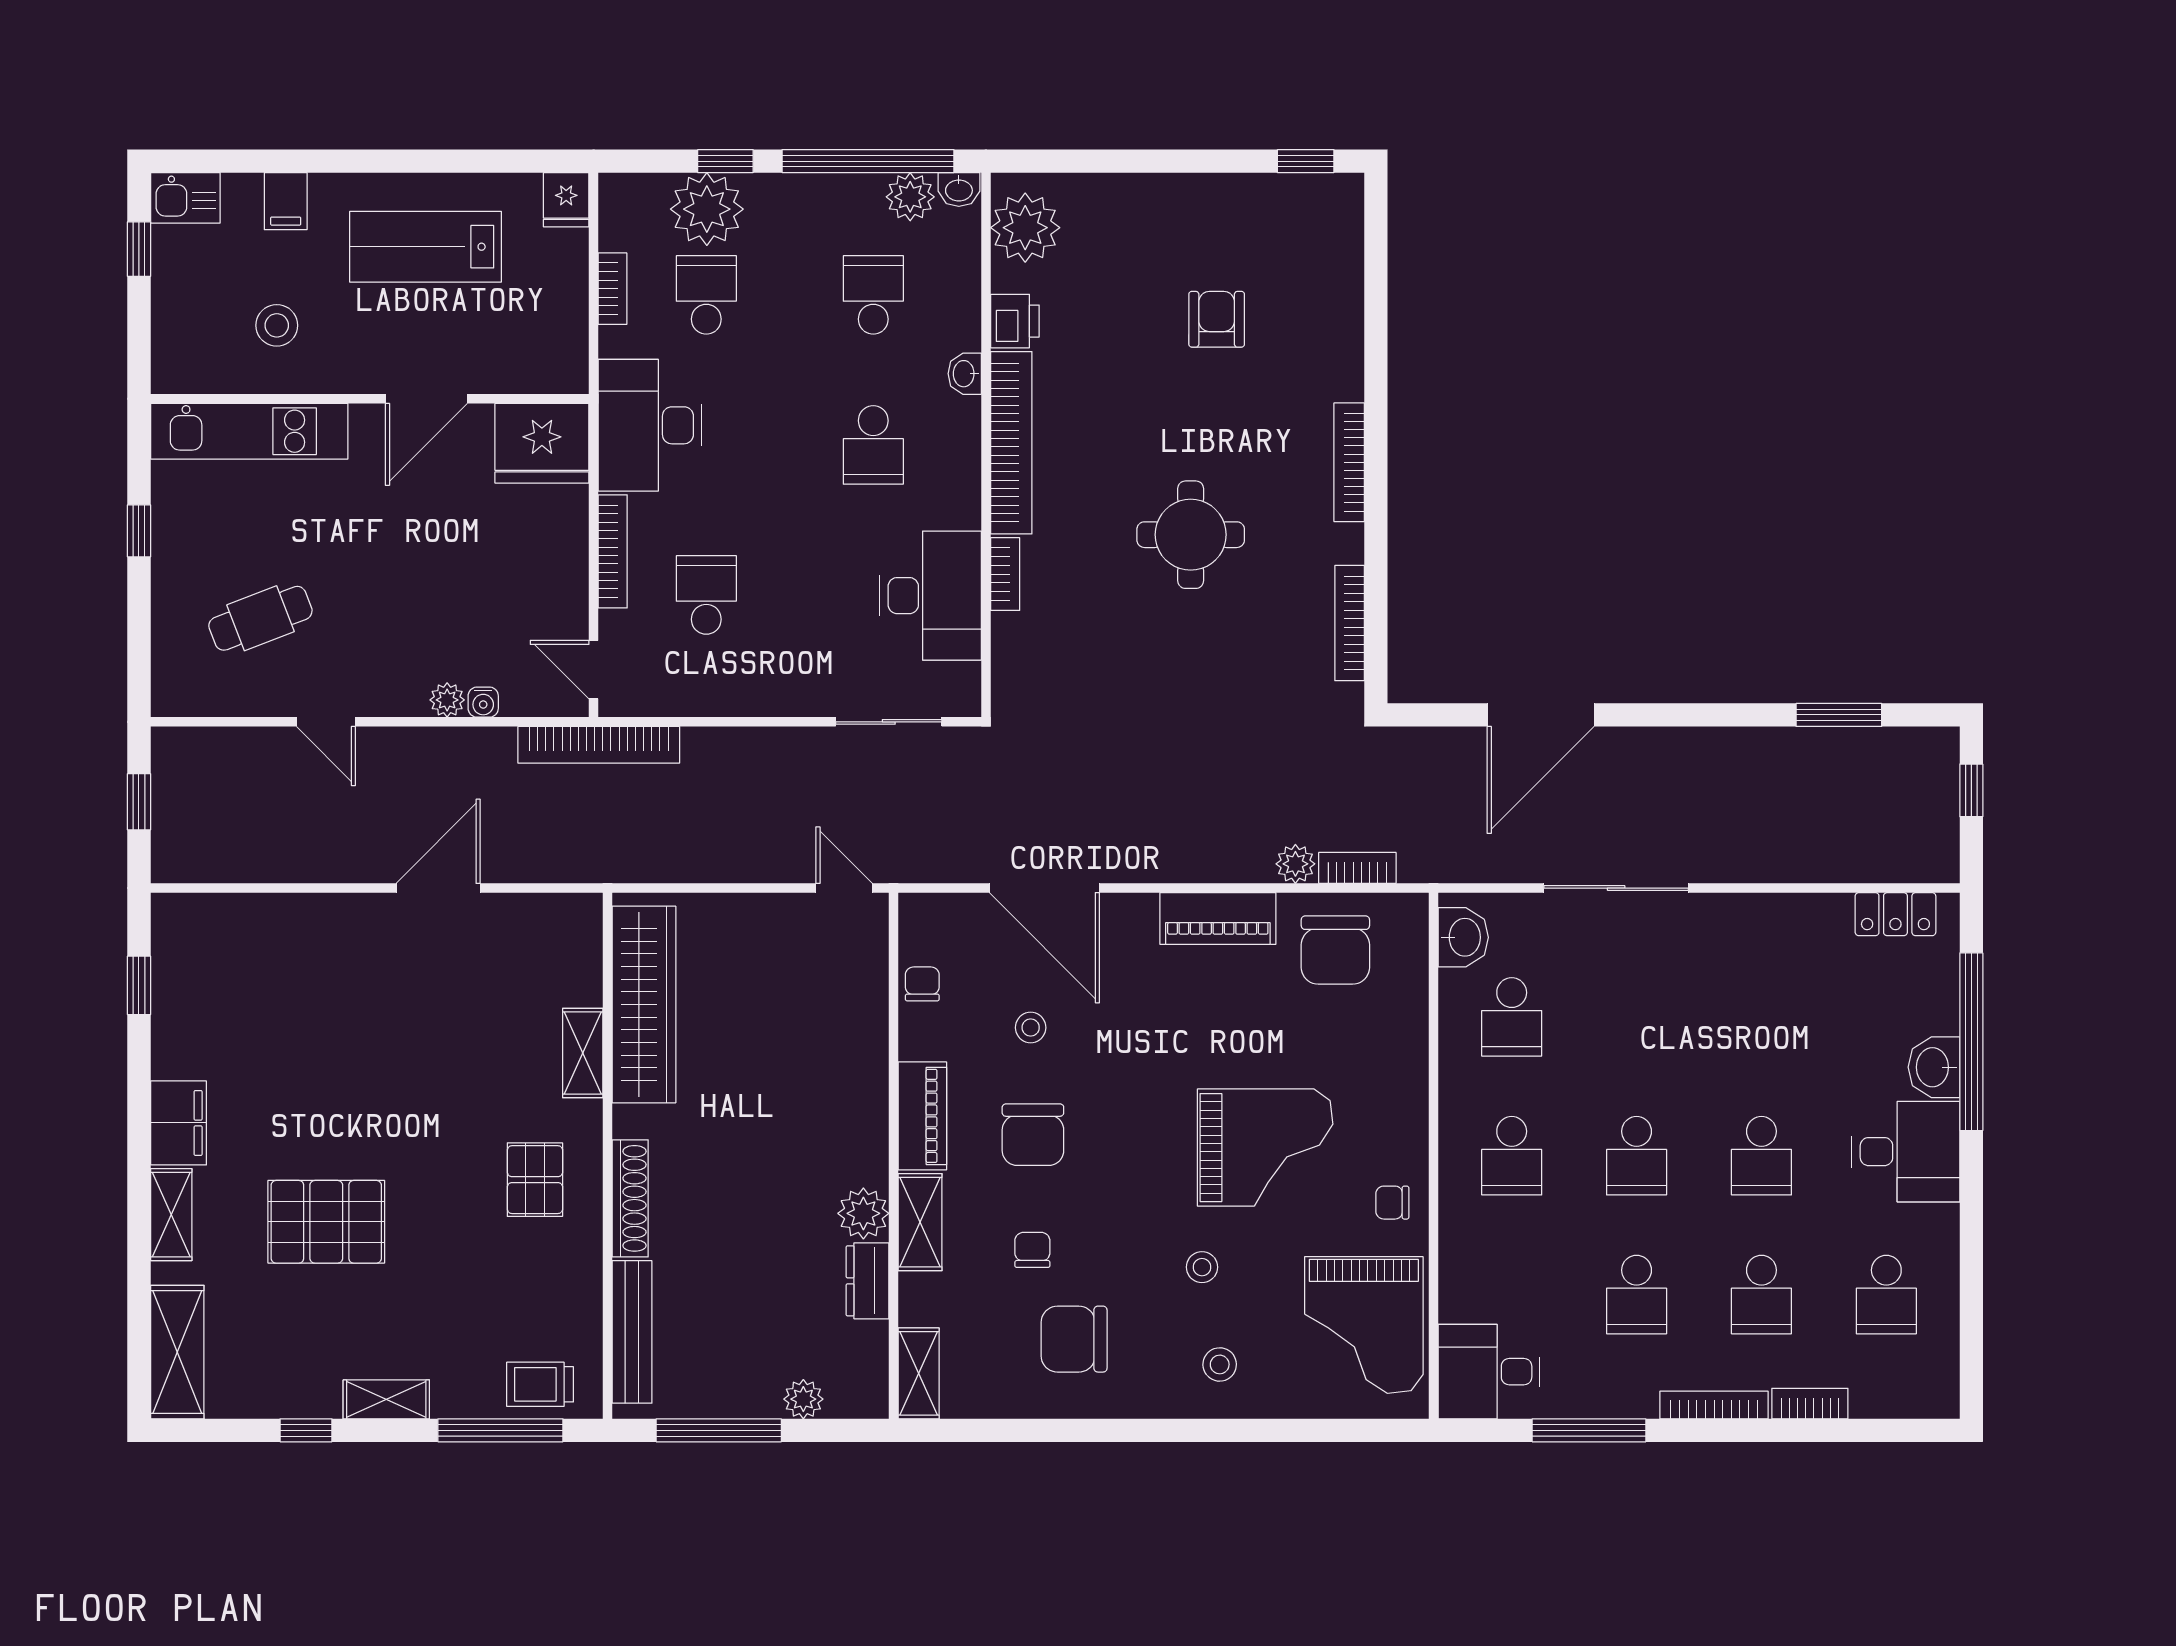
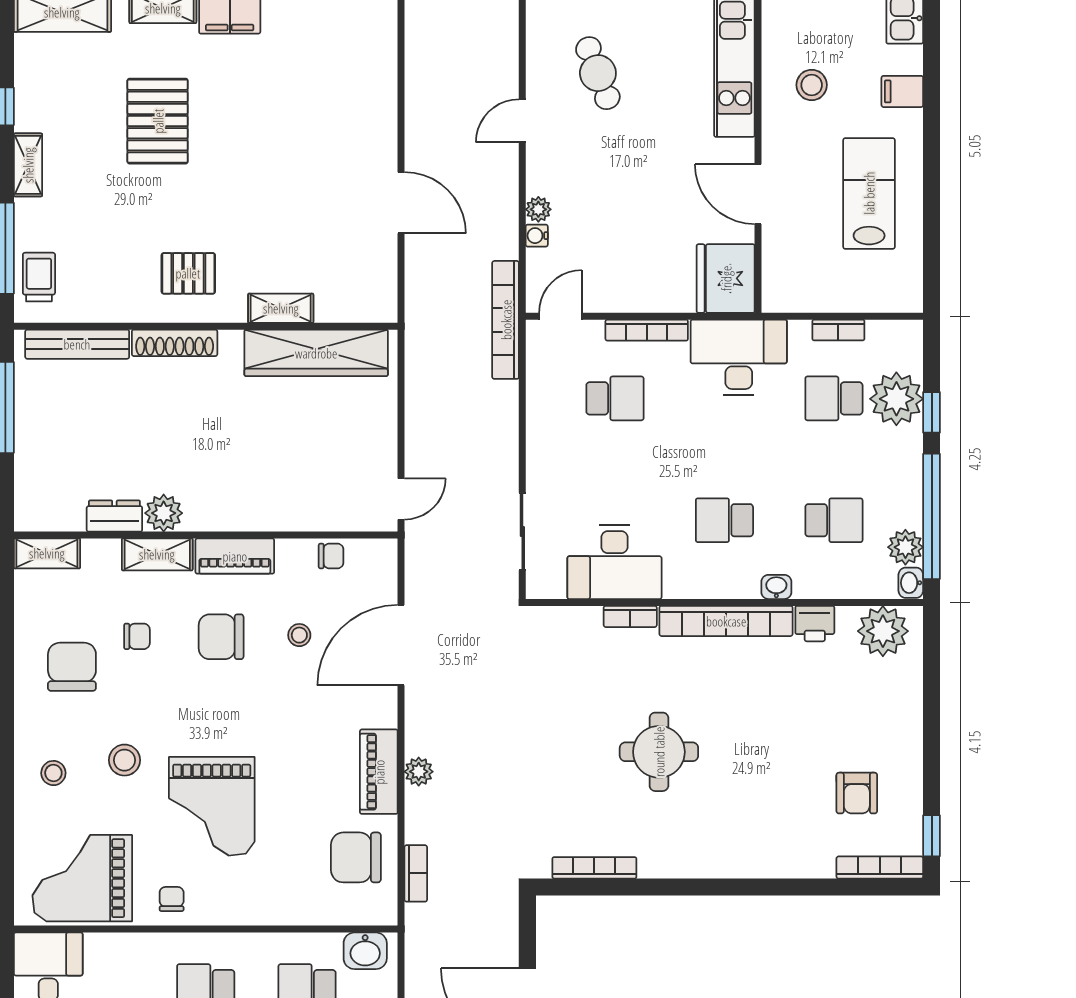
fridge: (566, 200) -> (903, 296), removed
school desk: (706, 295) -> (834, 398), turned 180
armchair: (1217, 319) -> (857, 793), moved, turned 90
bookcase: (1349, 462) -> (880, 868), moved
plant: (1295, 864) -> (419, 772), moved
stool: (1202, 1267) -> (124, 760), width x1.37, depth x1.37
plant: (803, 1399) -> (28, 469), removed

